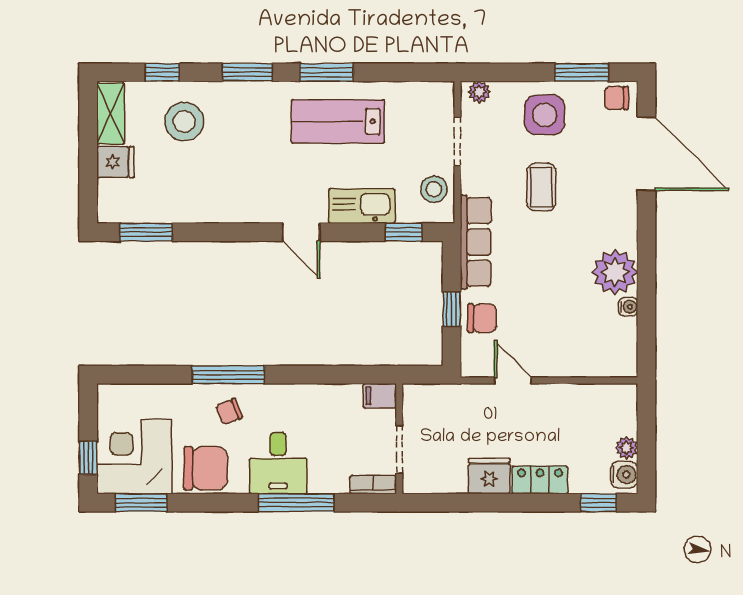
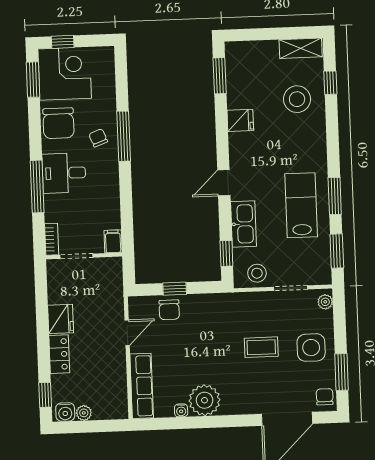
window: (247, 72) -> (337, 251), moved
fridge: (116, 162) -> (240, 120), moved, turned -90
row of seats: (476, 242) -> (142, 386), moved, turned -90

